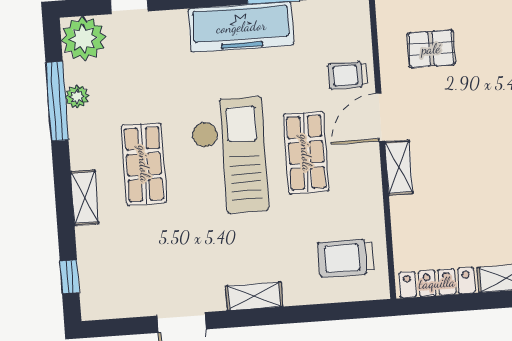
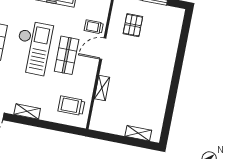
pallet: (431, 49) -> (133, 25), turned 90
shelving: (399, 168) -> (102, 88), moved
locker: (437, 283) -> (108, 127), removed

